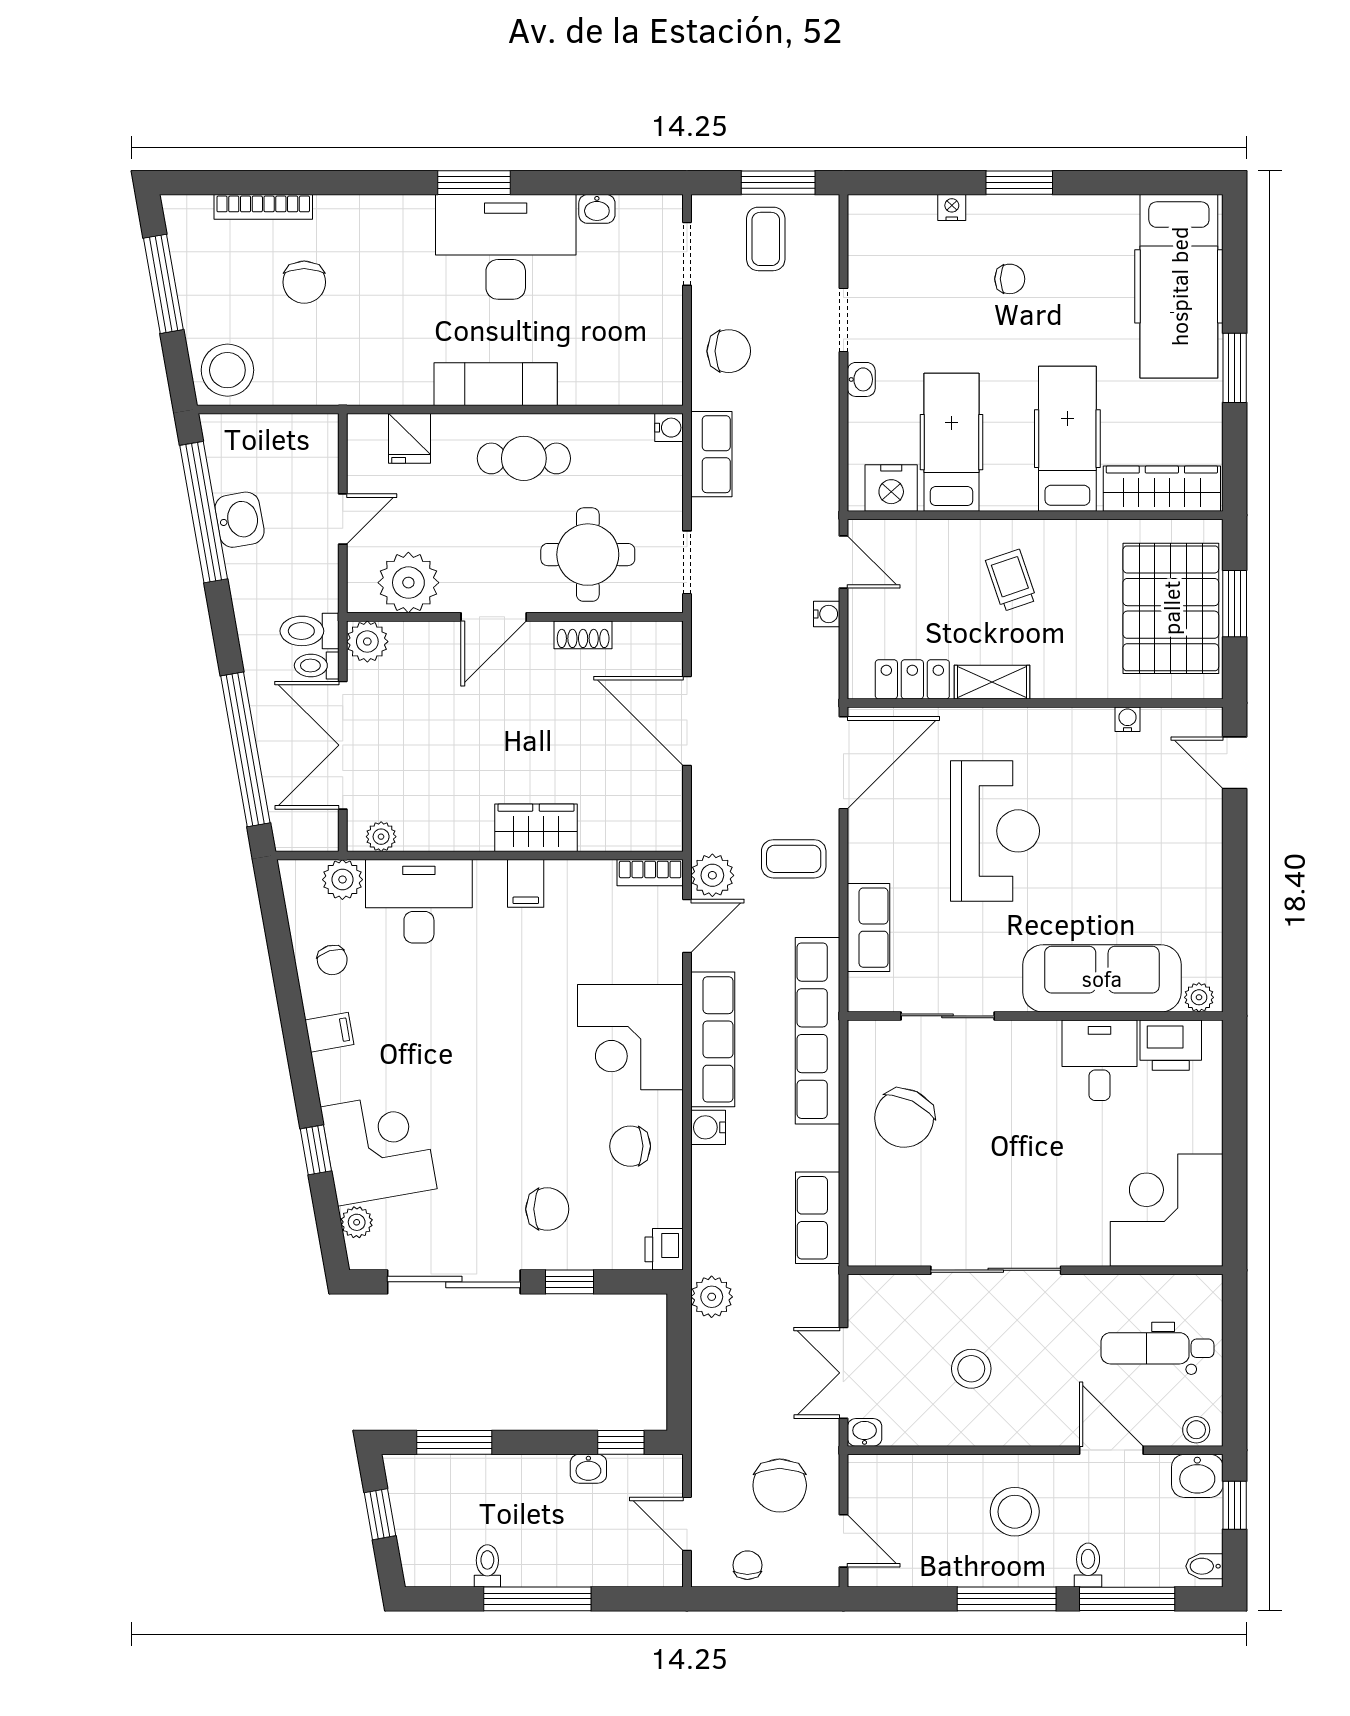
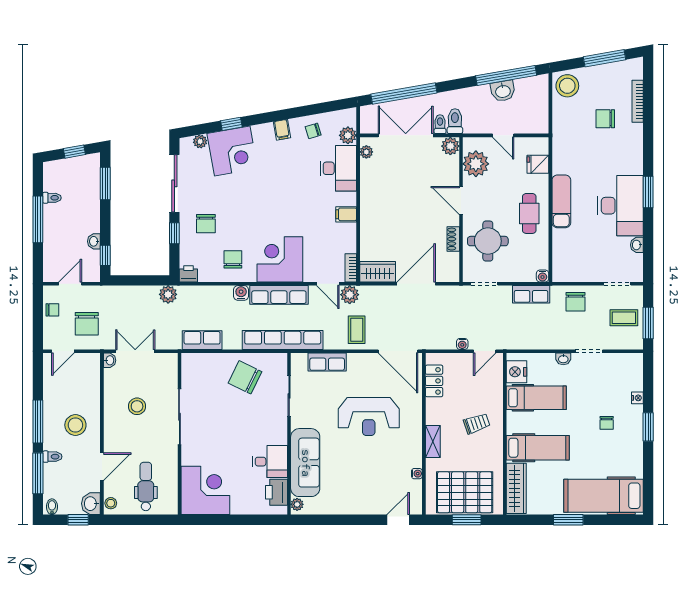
shelving: (992, 682) -> (433, 442), moved
wardrobe: (536, 828) -> (378, 272), moved, turned -90
chair: (780, 1485) -> (87, 324), turned -90

